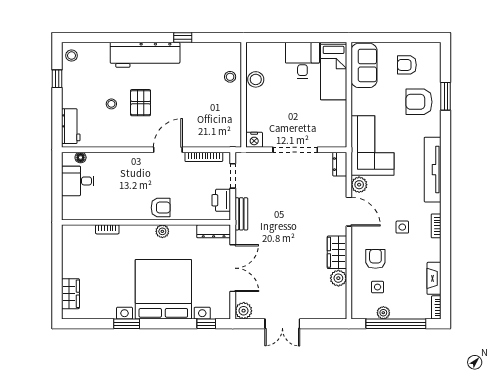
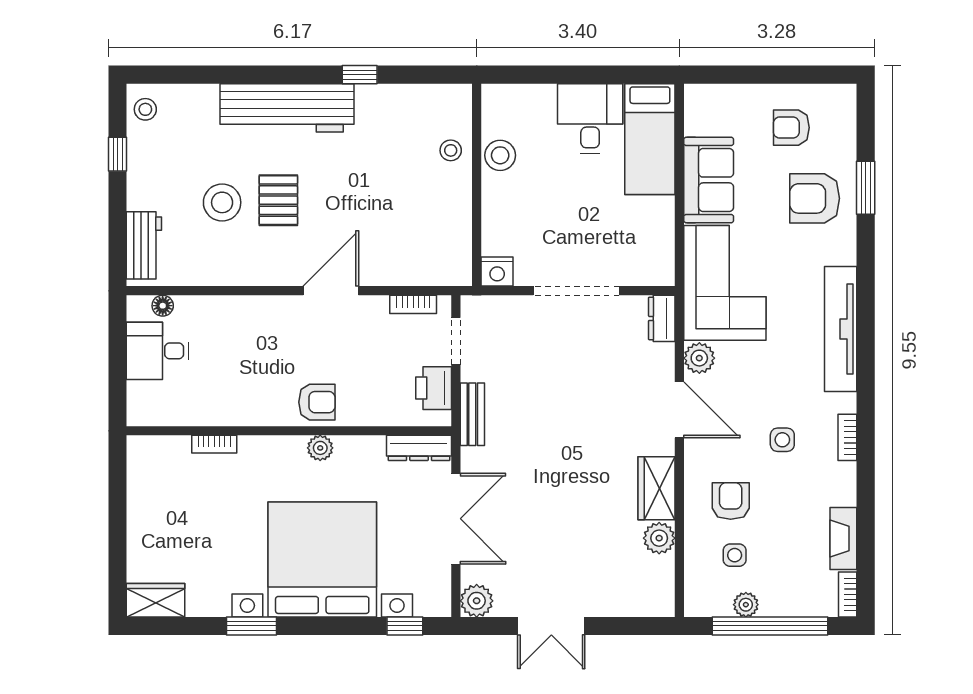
sofa: (364, 65) -> (709, 180), moved
stool: (111, 104) -> (222, 202), width x1.89, depth x1.89
bookcase: (204, 157) -> (413, 304), width x0.64
wardrobe: (71, 294) -> (156, 600), moved, turned -90

